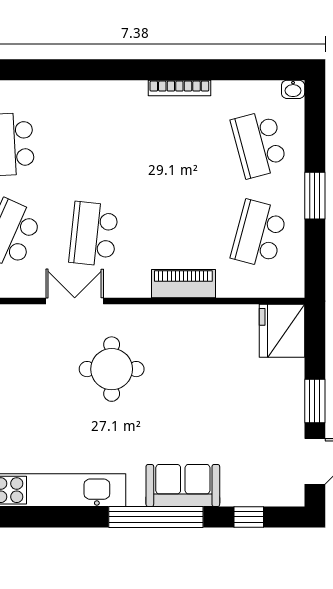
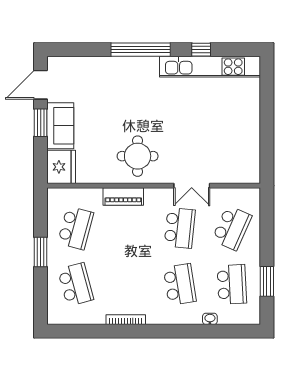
washbasin: (293, 89) -> (210, 319), moved
school desk: (94, 144) -> (180, 284), added
round table: (112, 369) -> (138, 156), moved
sofa: (183, 485) -> (60, 126), moved, turned -90
window: (249, 517) -> (201, 50), moved

